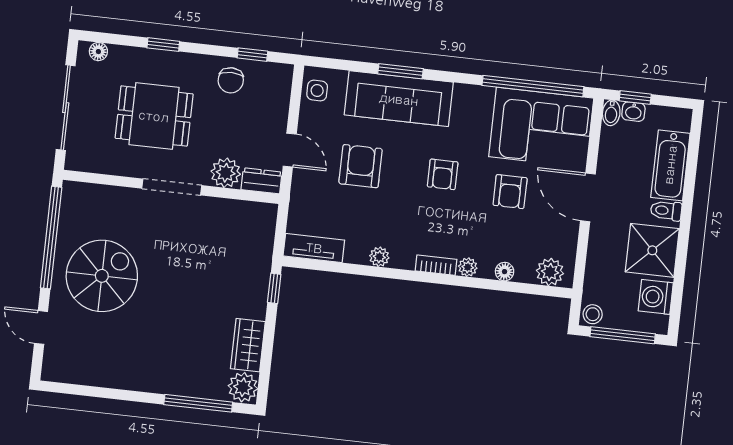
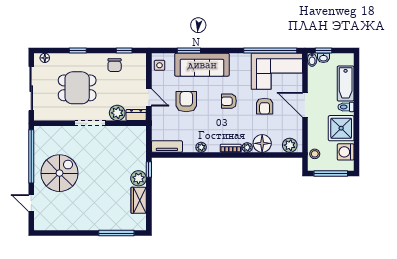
window: (401, 71) -> (189, 51), moved
armchair: (443, 174) -> (229, 101), turned 90
floor lamp: (505, 272) -> (262, 143), width x1.89, depth x1.89
stool: (593, 314) -> (315, 154), moved
plant: (243, 387) -> (138, 178), moved

